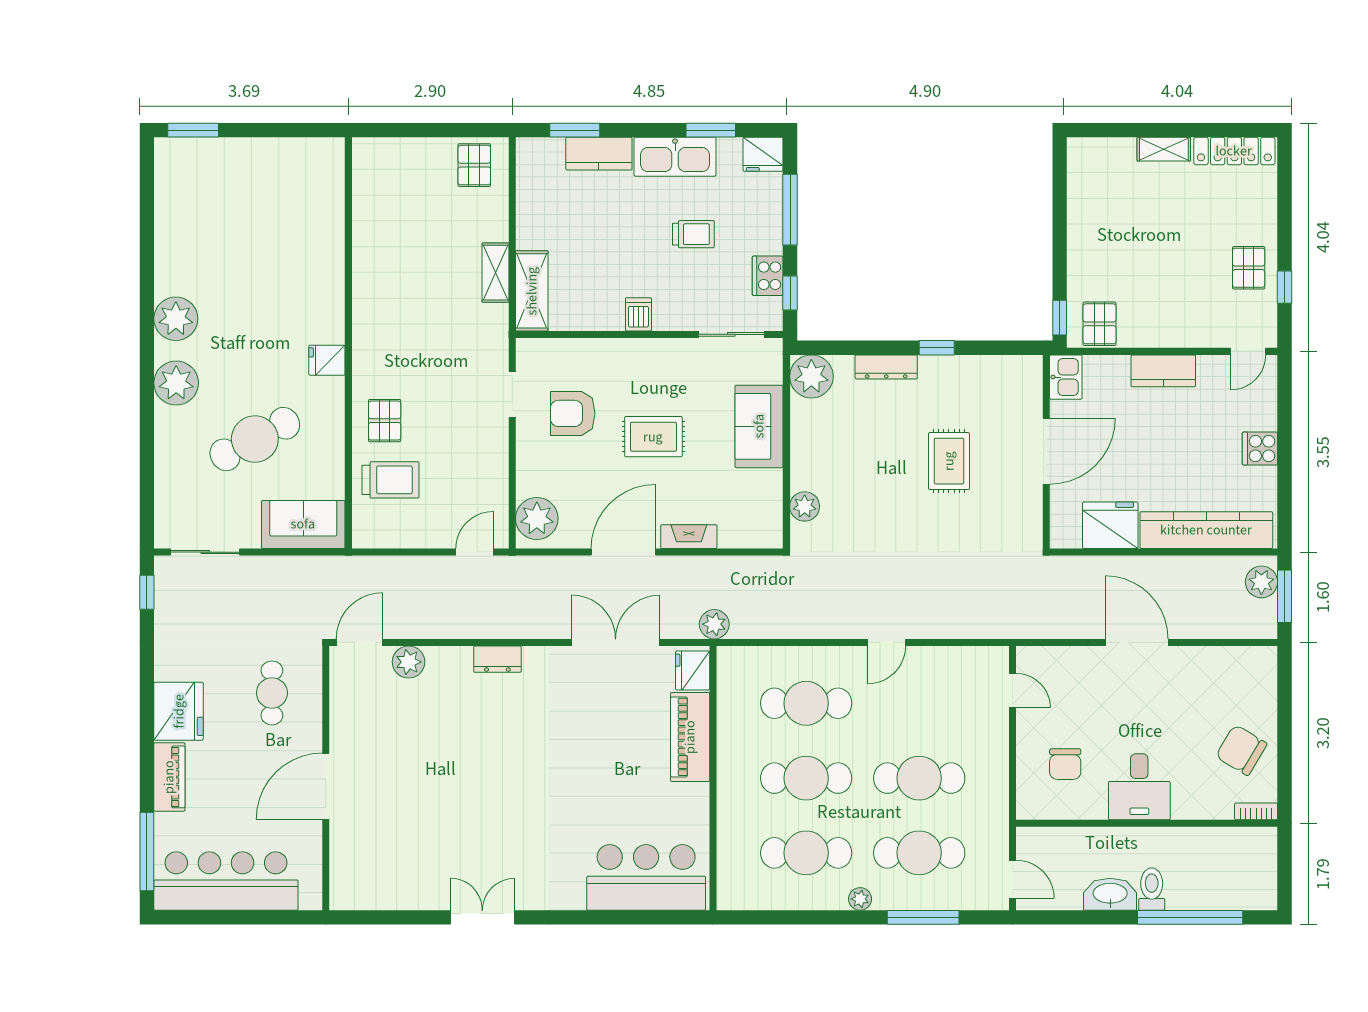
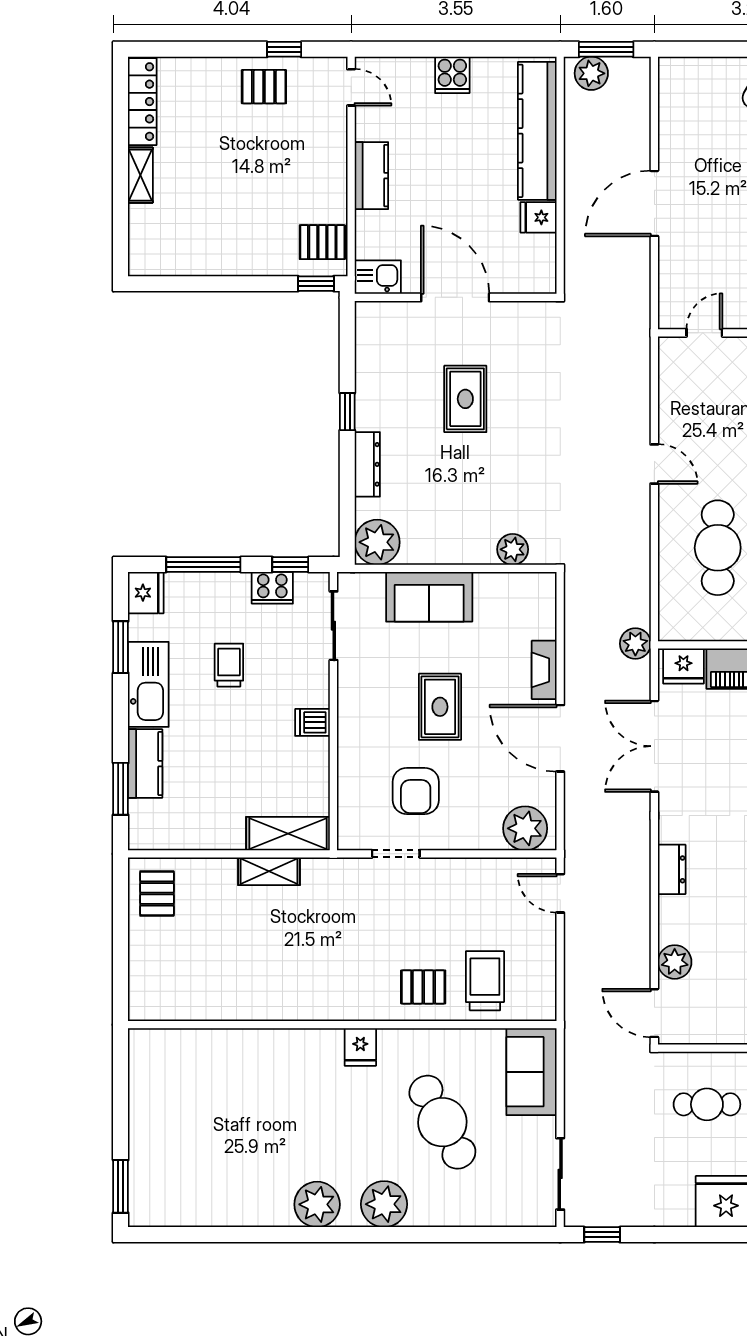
pallet: (474, 165) -> (157, 893), turned 90
rug: (949, 461) -> (465, 399), turned 90
fridge: (1110, 525) -> (538, 217), width x0.53, depth x0.75

